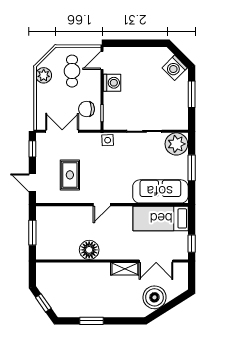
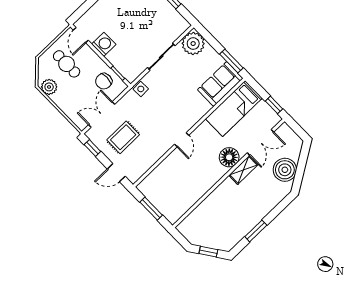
window: (192, 168) -> (231, 61), moved
rug: (70, 175) -> (123, 137), moved, turned 90
sofa: (160, 191) -> (220, 84), width x0.73
floor lamp: (89, 250) -> (229, 157), moved

